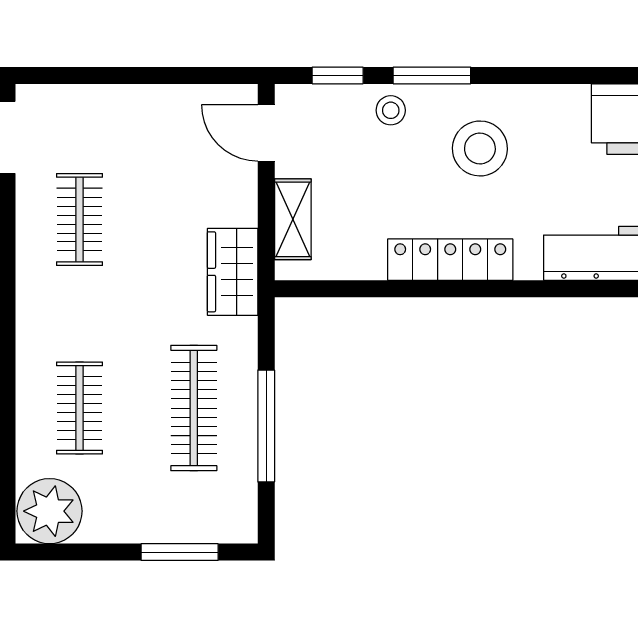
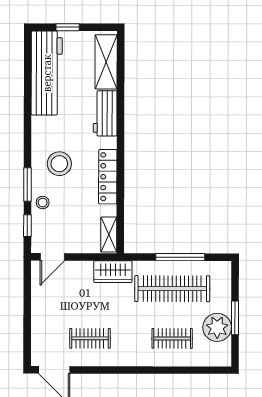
shelving: (293, 219) -> (109, 235), moved, turned 90
clothes rail: (194, 408) -> (172, 289), width x1.37, depth x1.31
plant: (50, 511) -> (217, 327), moved
window: (180, 552) -> (235, 318), moved

